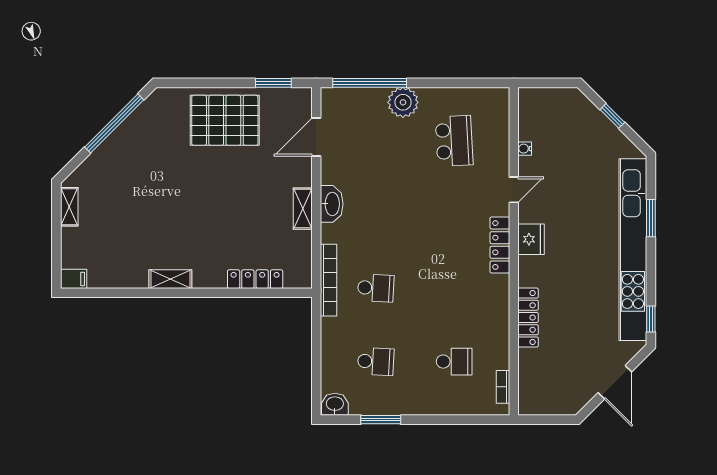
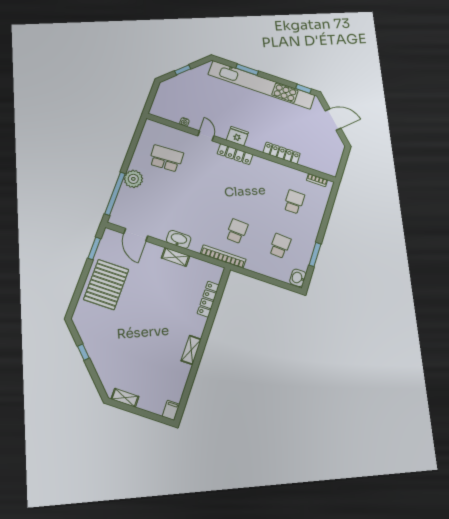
window: (114, 123) -> (83, 352), width x0.32

